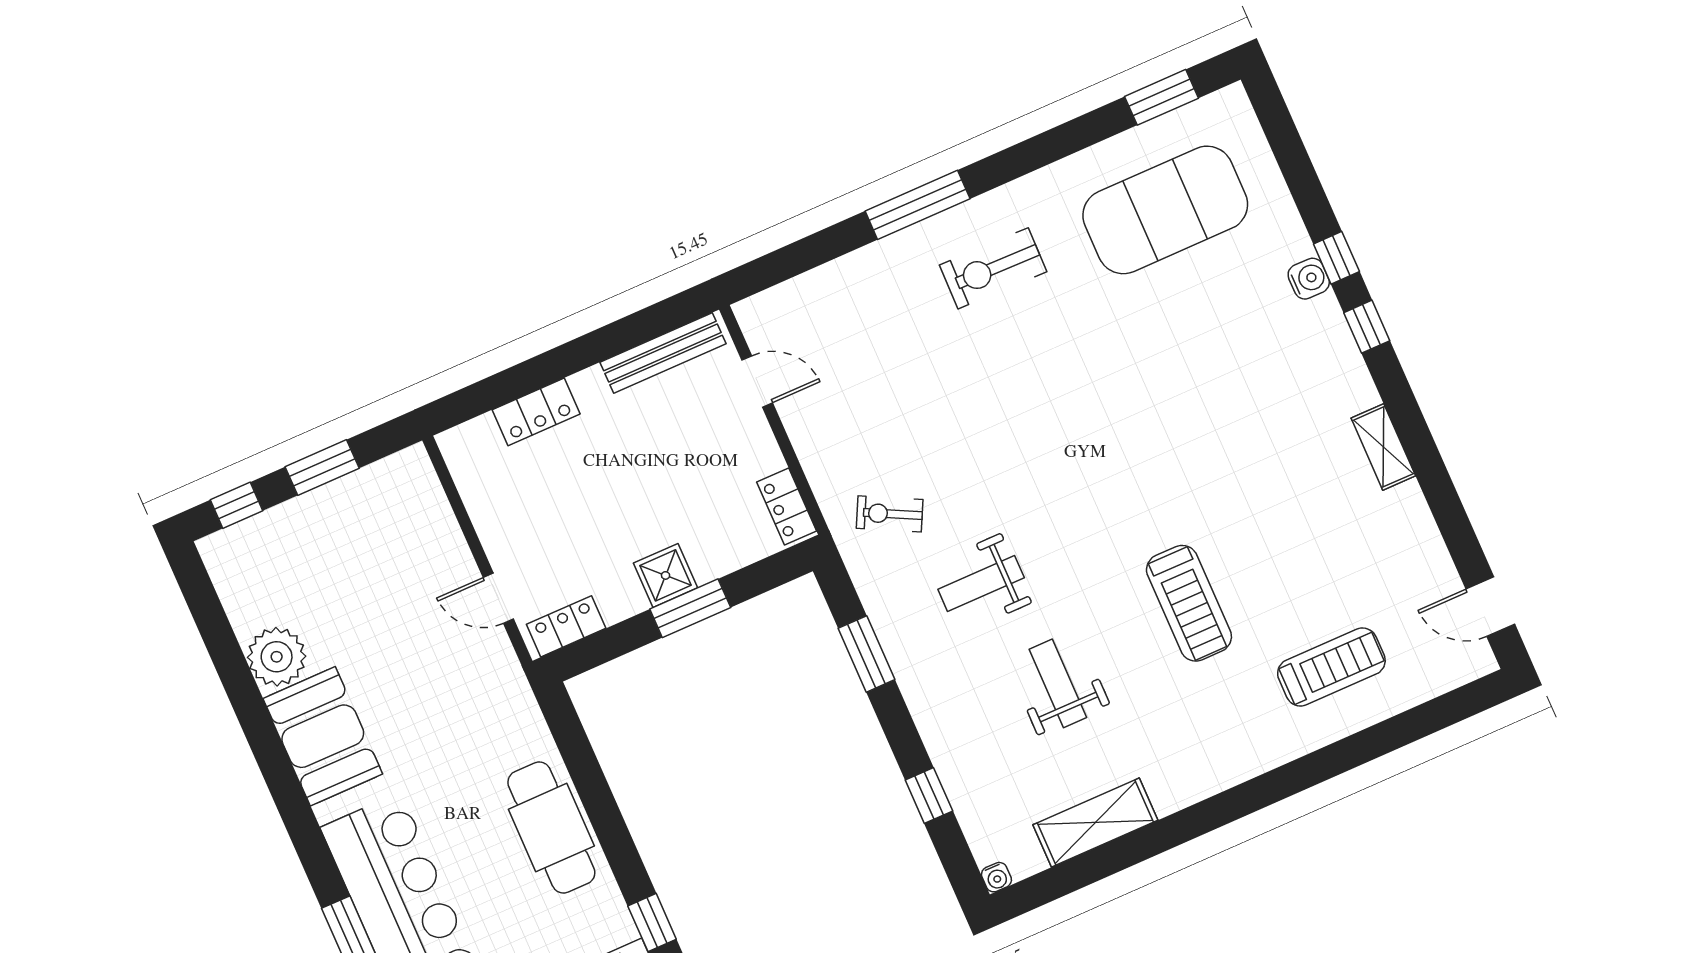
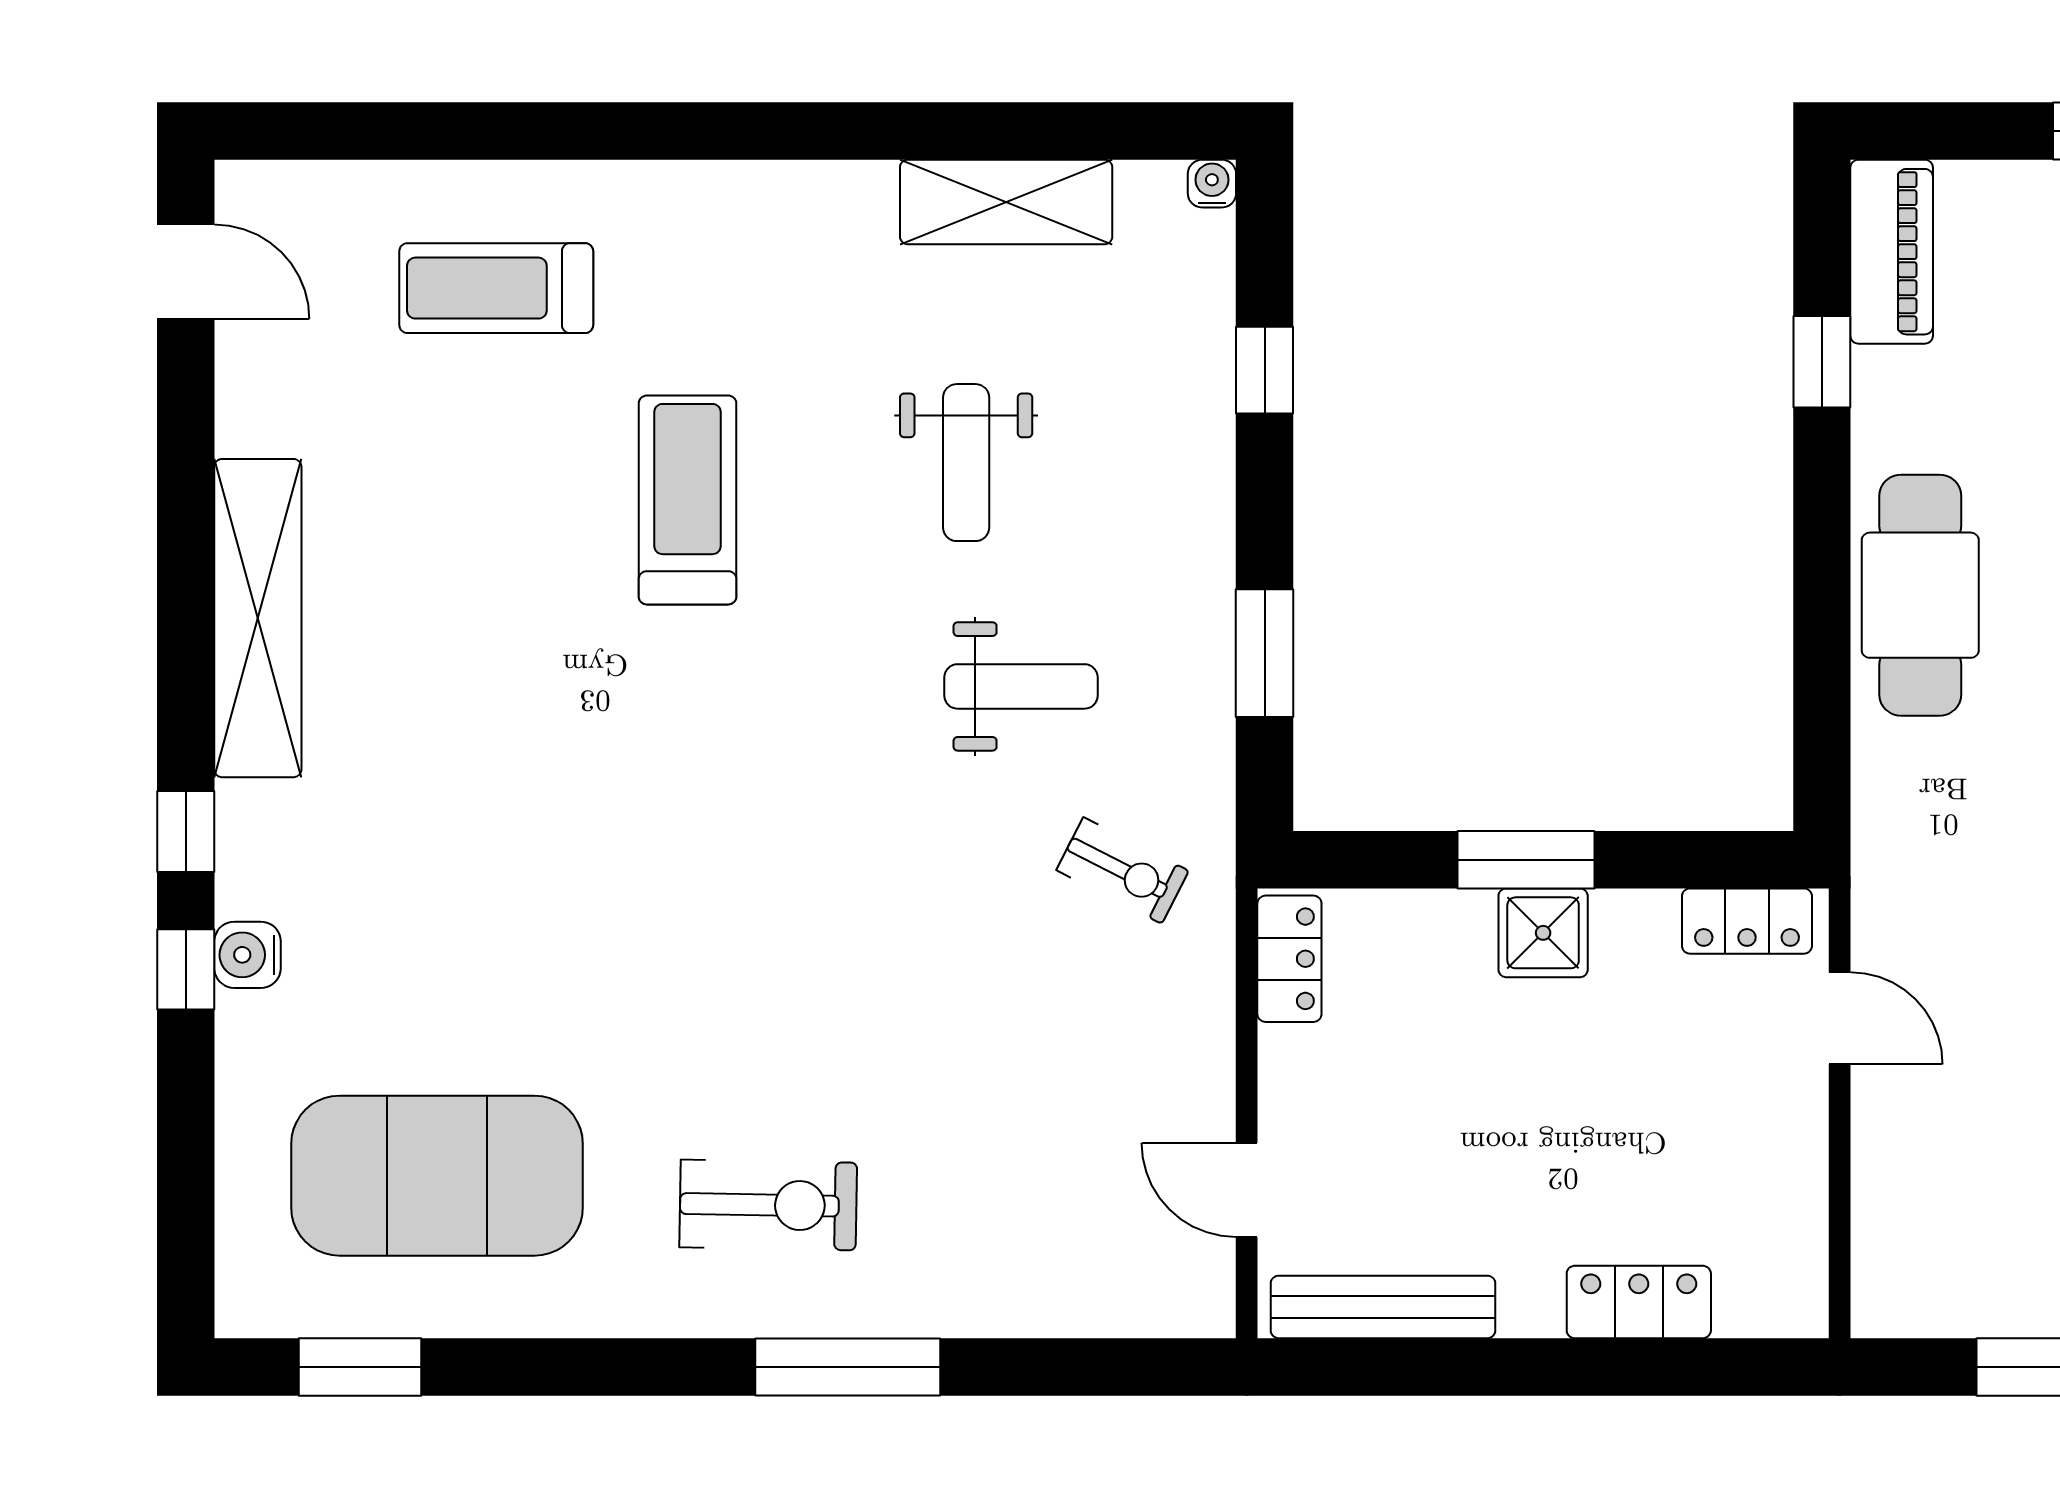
shelving: (1383, 447) -> (258, 618), width x2.20, depth x1.33

